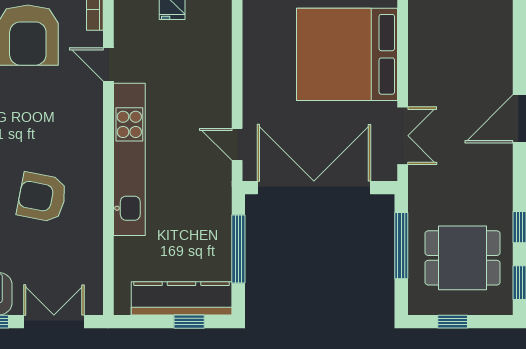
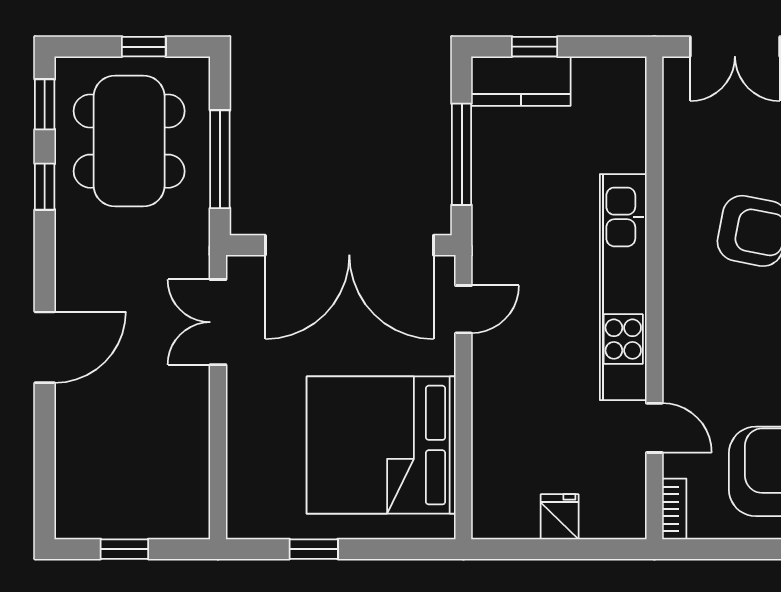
bed: (347, 54) -> (381, 445), moved, turned 180
door: (237, 144) -> (463, 309), hinge flipped
dining table: (463, 258) -> (129, 141), width x1.37
kitchen counter: (182, 298) -> (521, 81), width x0.67

